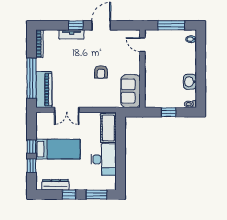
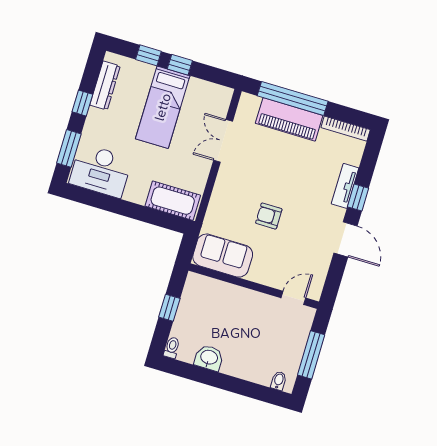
piano: (44, 90) -> (289, 119), moved
desk: (104, 159) -> (101, 171), moved

